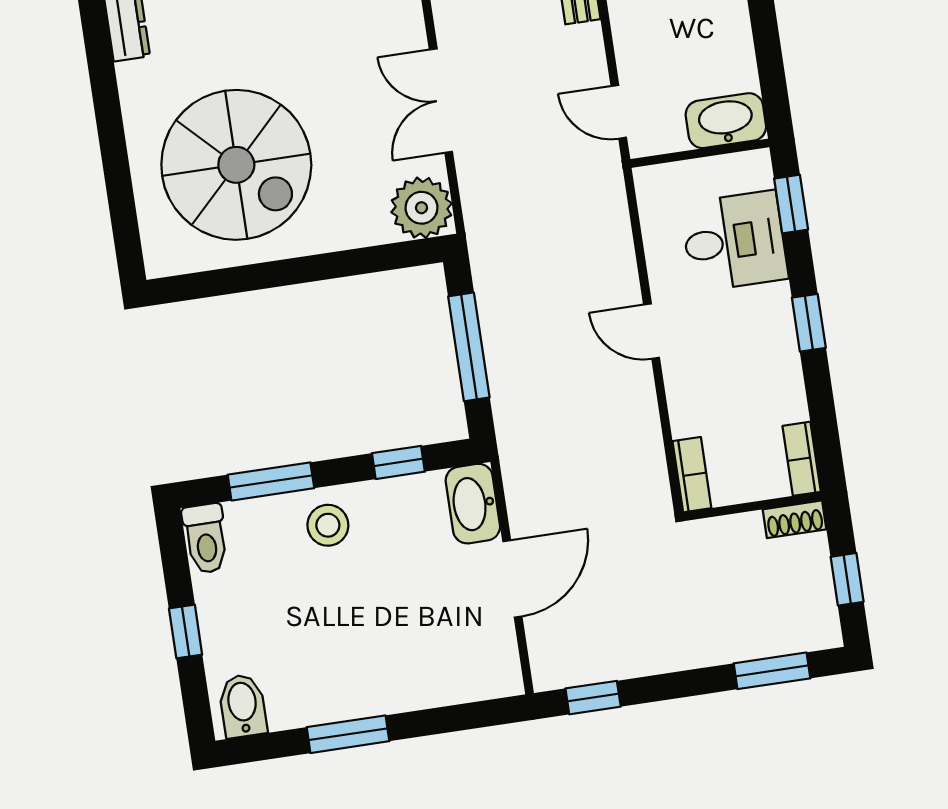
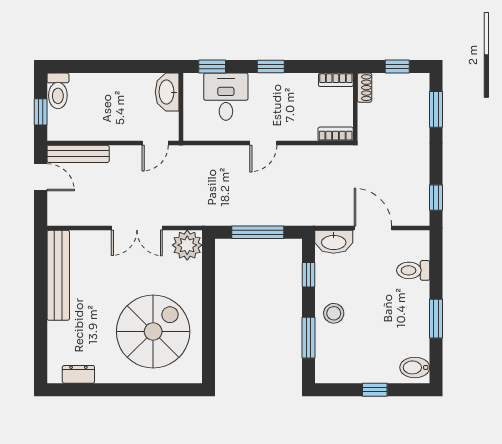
toilet: (206, 539) -> (413, 270), moved, turned 180

